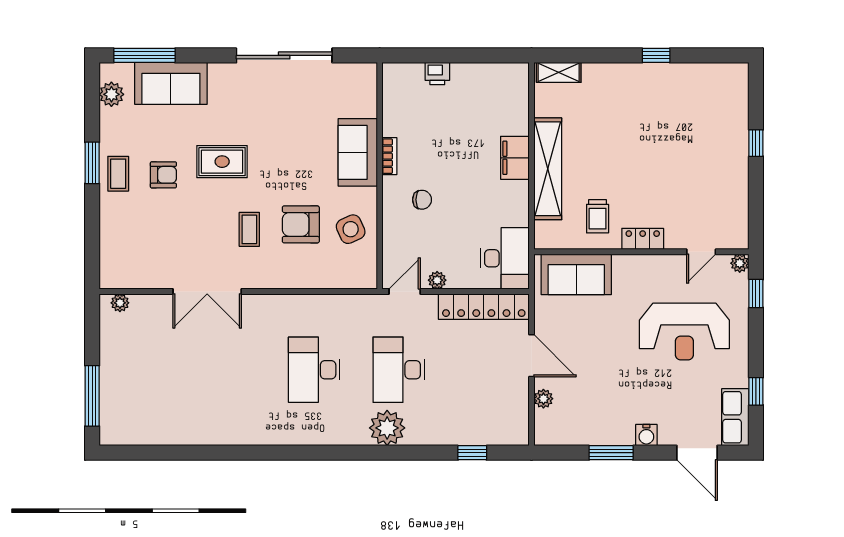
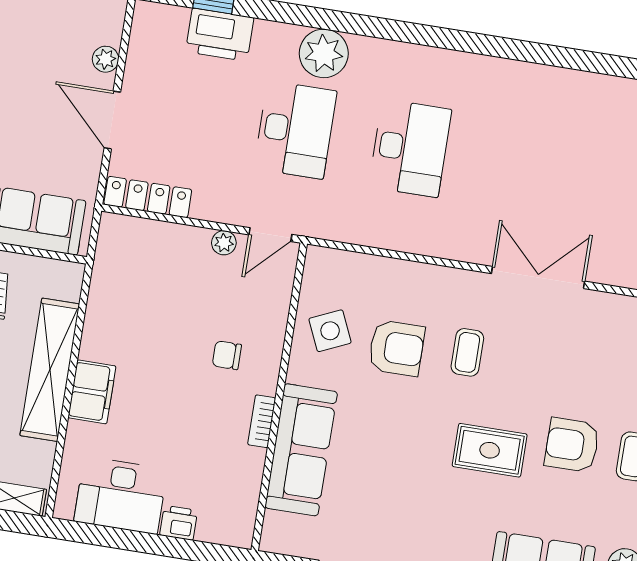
sofa: (358, 152) -> (301, 450), width x1.36
armchair: (163, 175) -> (572, 445), width x1.38, depth x1.38
desk: (505, 258) -> (121, 495), moved, turned -90
locker: (484, 307) -> (148, 197), width x0.71, depth x0.83
printer: (464, 429) -> (220, 35), added

